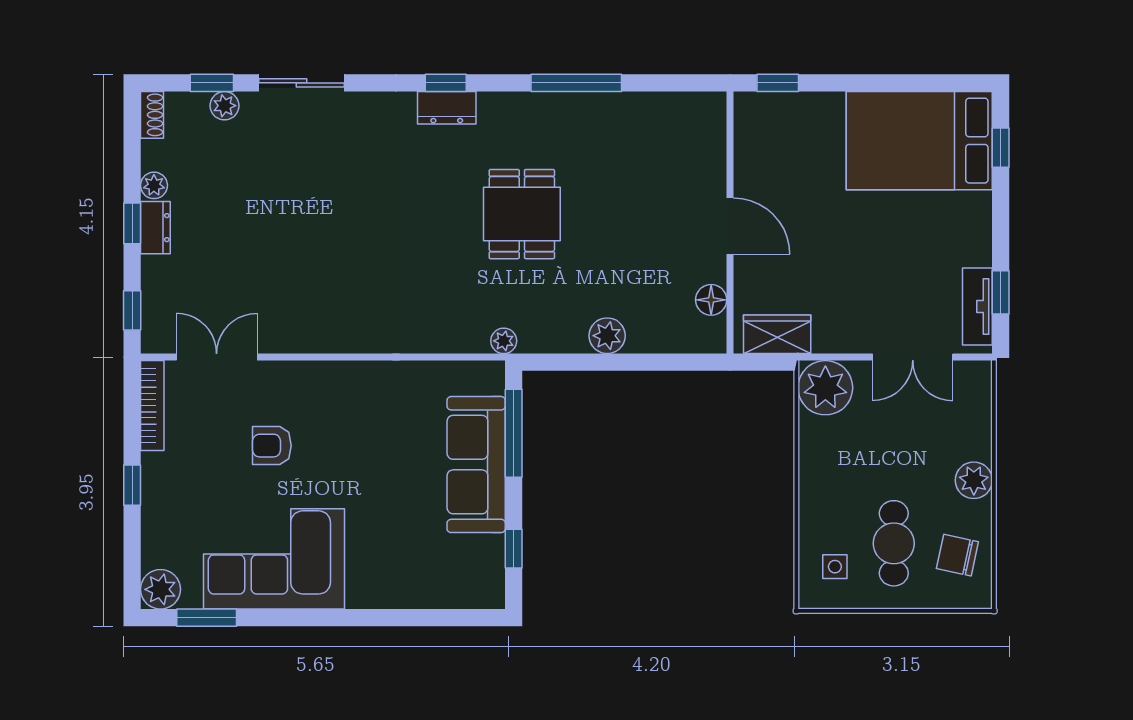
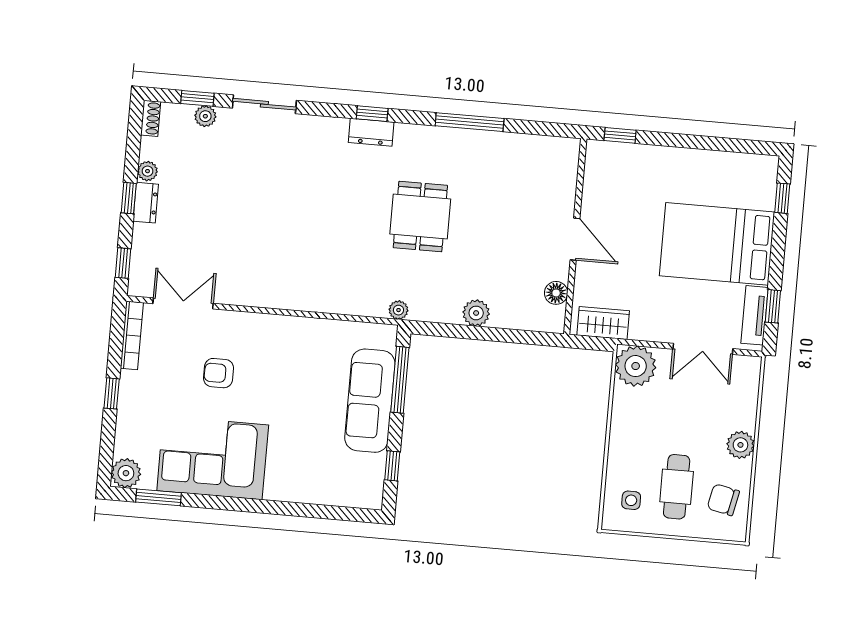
bed: (919, 141) -> (717, 244), moved

